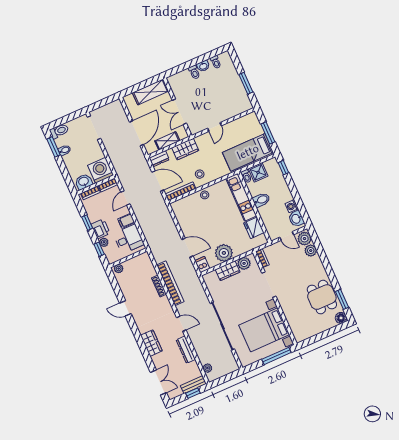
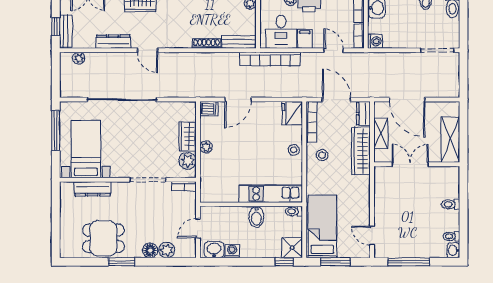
washbasin: (203, 66) -> (453, 250), moved
window: (246, 83) -> (409, 262), width x1.44
door: (215, 127) -> (372, 236), moved
wardrobe: (185, 149) -> (361, 151), width x1.50
washing machine: (101, 170) -> (375, 41), width x0.53, depth x0.53
shower: (258, 172) -> (292, 248), moved
door: (158, 181) -> (336, 100), swing flipped
fridge: (254, 228) -> (292, 113), moved, turned -90
plant: (305, 239) -> (185, 249), removed
plant: (224, 253) -> (206, 147), width x0.53, depth x0.53
bench: (148, 265) -> (239, 42), added
bookcase: (170, 283) -> (270, 59), moved
window: (342, 299) -> (122, 262), moved
floor lamp: (341, 318) -> (150, 250), moved
dresser: (292, 319) -> (93, 189), added
door: (181, 324) -> (148, 50), hinge flipped
bed with nightstands: (264, 330) -> (86, 149), width x0.73
window: (276, 356) -> (56, 131), moved

